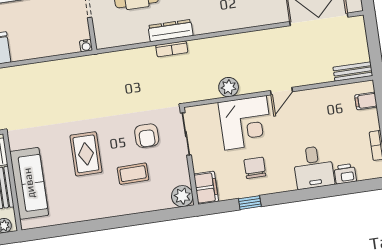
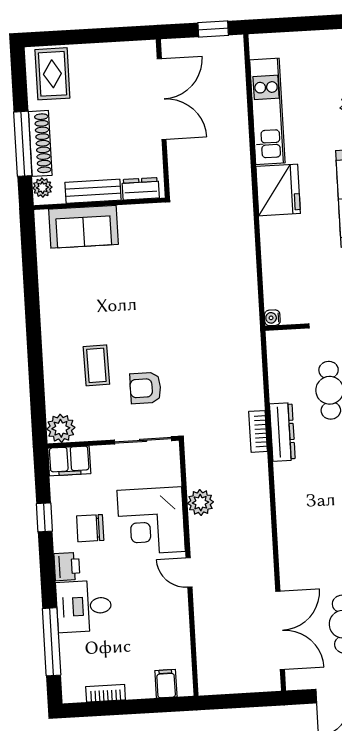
bench: (353, 72) -> (207, 670), removed
rug: (86, 154) -> (128, 305), removed
chair: (255, 168) -> (90, 528), turned 180
printer: (345, 174) -> (67, 567), moved
sofa: (29, 183) -> (83, 227), width x0.73
window: (342, 189) -> (52, 642), added

